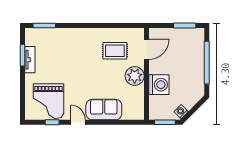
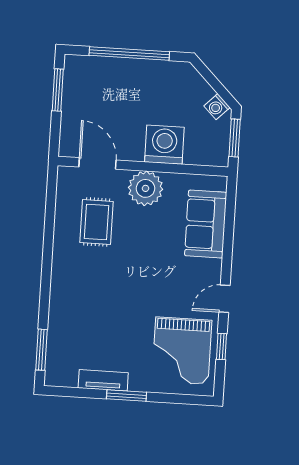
window: (22, 55) -> (126, 396), moved
grand piano: (48, 101) -> (182, 351), turned 90
sofa: (104, 110) -> (206, 224), moved

